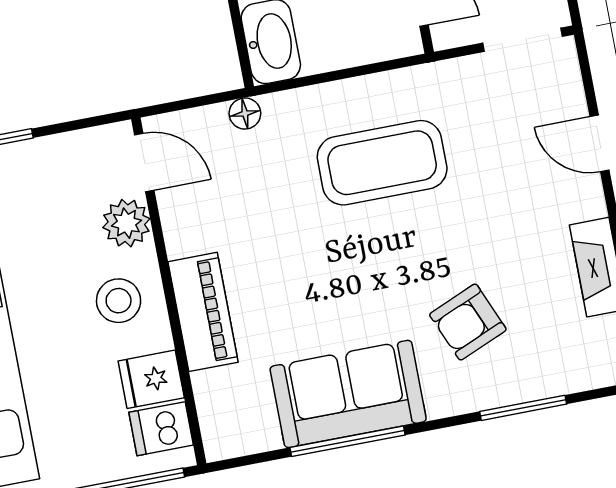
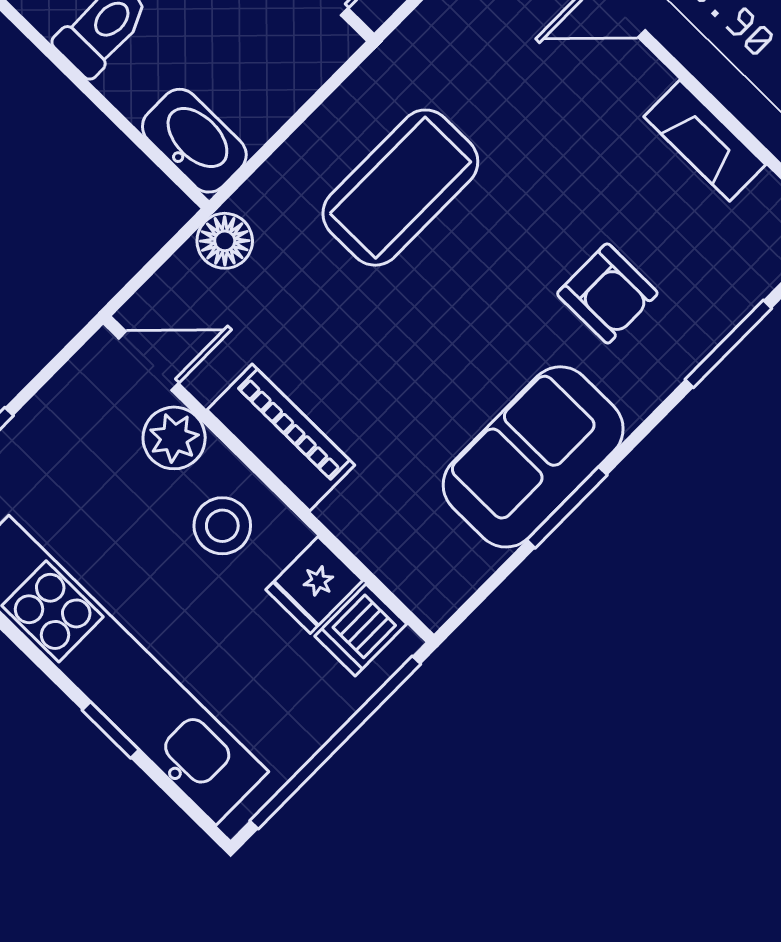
floor lamp: (245, 114) -> (225, 241), width x1.37, depth x1.37
piano: (203, 312) -> (281, 438), moved
armchair: (468, 322) -> (607, 293), turned -67
window: (347, 441) -> (567, 507), width x0.69

